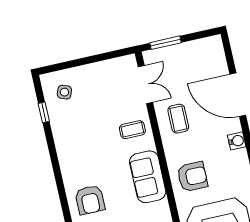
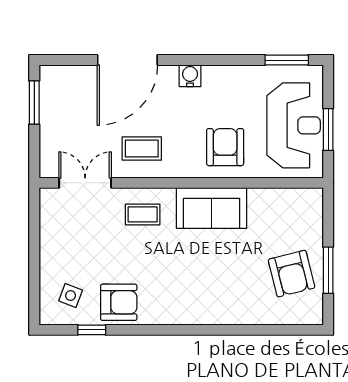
window: (166, 43) -> (34, 103), moved
coffee table: (132, 130) -> (143, 214), turned 90
armchair: (90, 200) -> (119, 302), moved

